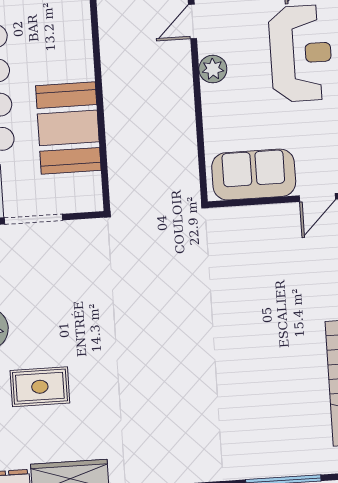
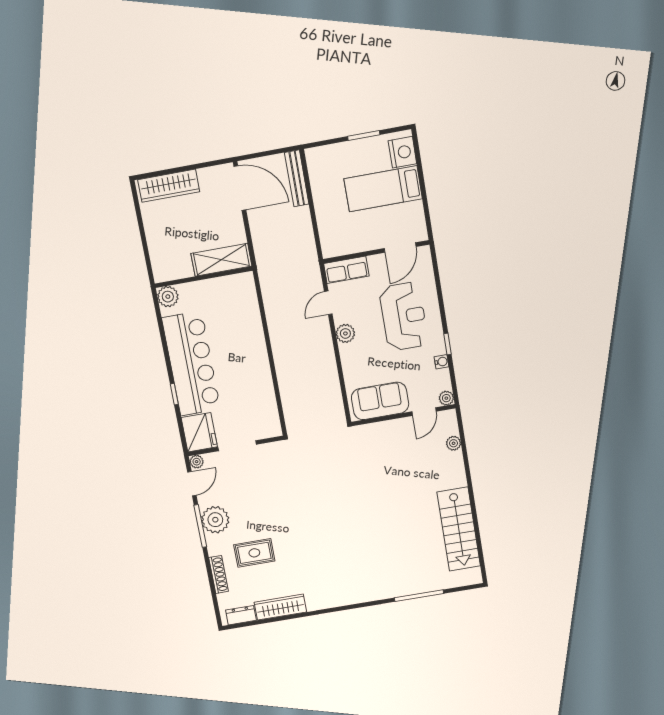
booth: (68, 128) -> (253, 383), removed

